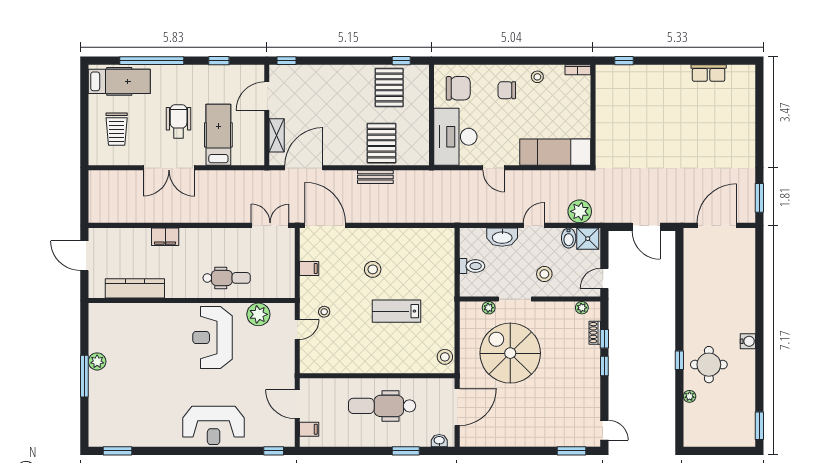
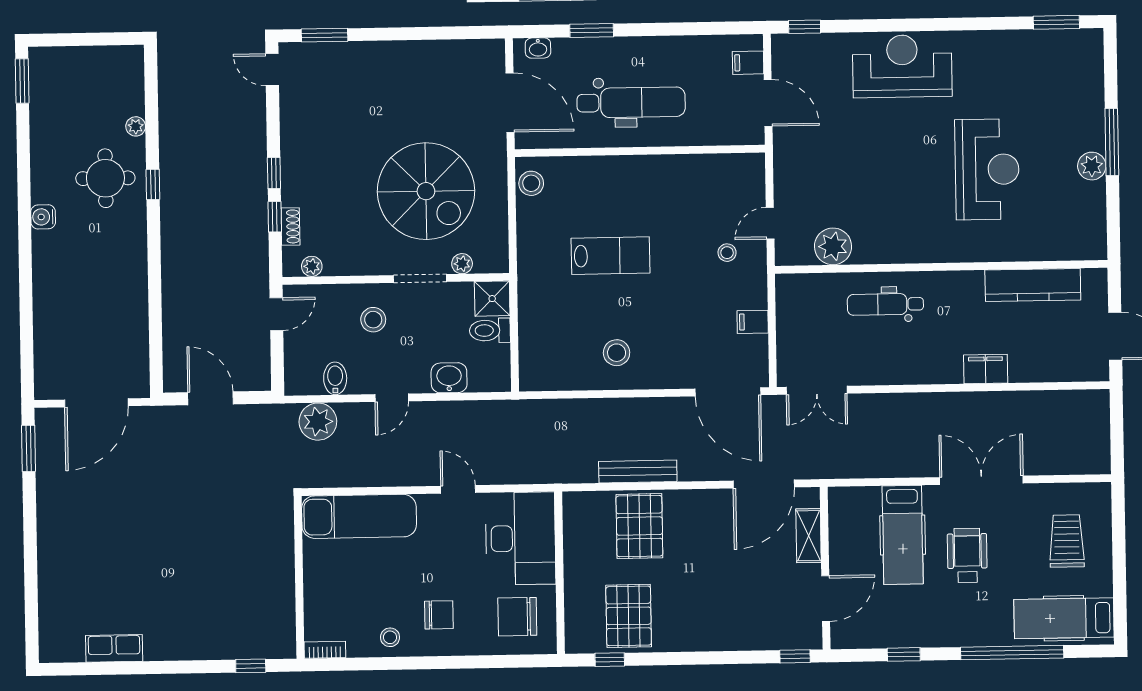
wheelchair: (179, 121) -> (967, 555), turned 180
bench: (375, 177) -> (638, 471), width x1.36
washbasin: (502, 237) -> (449, 378), width x0.72
shower: (588, 239) -> (492, 299), moved
stool: (373, 269) -> (617, 353), moved
reception desk: (212, 337) -> (987, 169), moved
door: (457, 407) -> (510, 103), swing flipped

